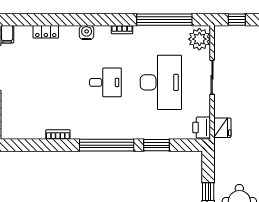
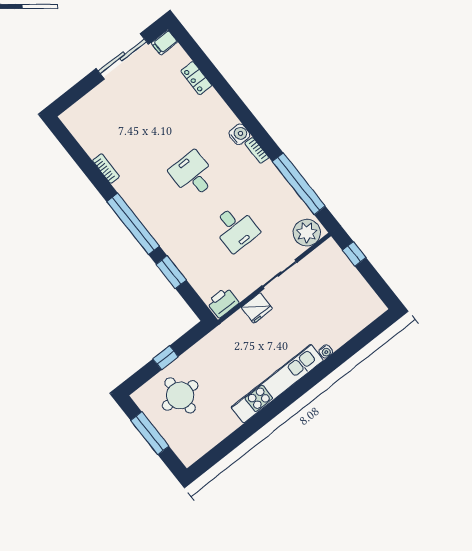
water cooler: (87, 33) -> (239, 134), moved
desk: (105, 82) -> (193, 175), turned 180
desk: (161, 82) -> (235, 228), width x0.53, depth x0.77
fridge: (222, 128) -> (257, 308), moved

